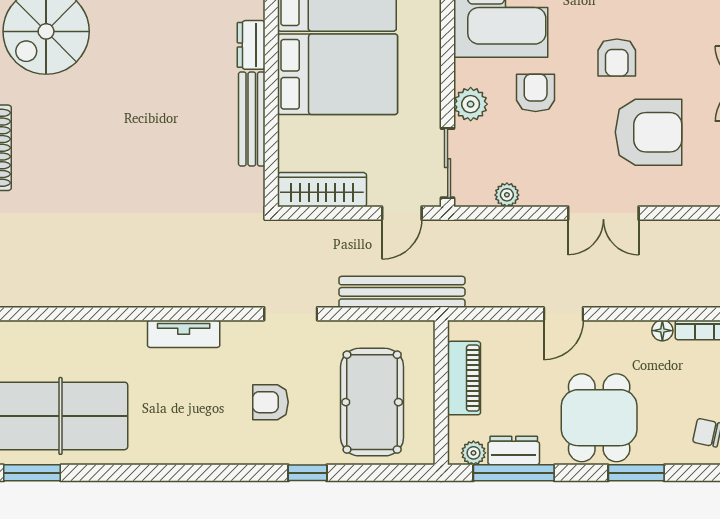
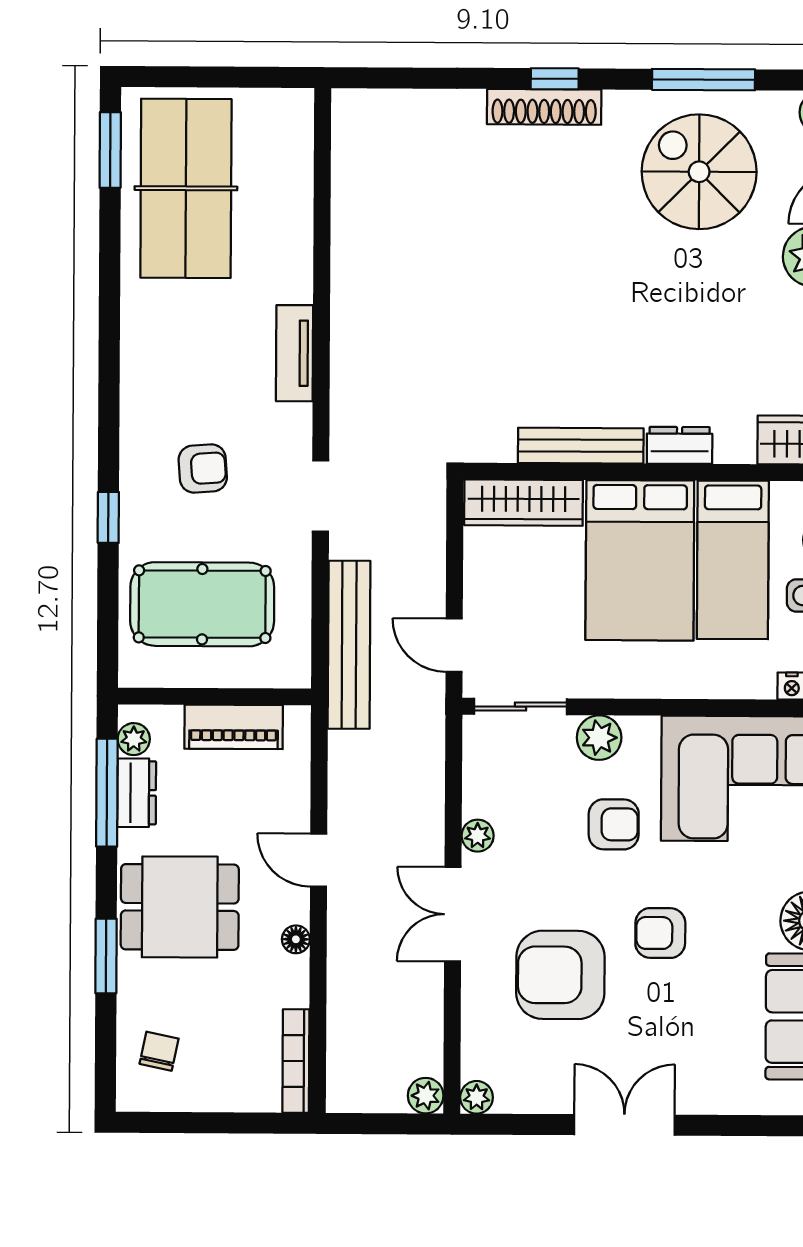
armchair: (649, 132) -> (560, 975), turned 90
wardrobe: (322, 190) -> (524, 503), moved, turned 90
plant: (507, 195) -> (478, 836), moved
floor lamp: (662, 331) -> (296, 939), moved
armchair: (270, 402) -> (203, 469), turned 86

